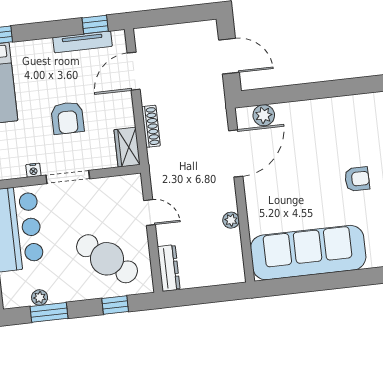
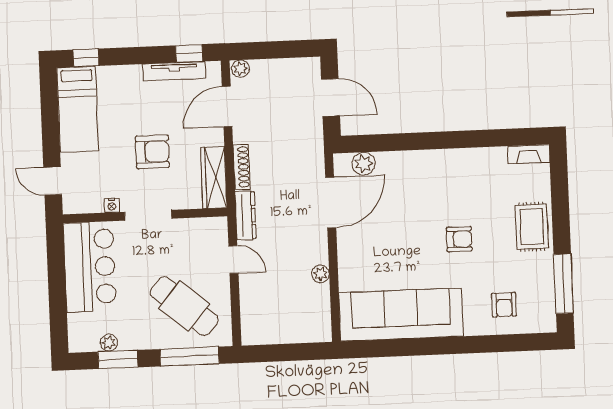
plant: (144, 35) -> (240, 69), added
armchair: (67, 118) -> (152, 152), turned -90
wardrobe: (127, 147) -> (214, 177), width x1.50
dresser: (169, 268) -> (246, 215), moved
window: (115, 305) -> (190, 356), width x2.17

